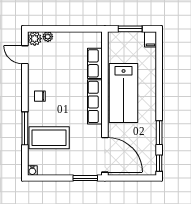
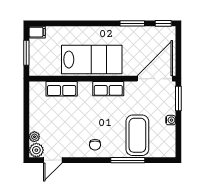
row of seats: (95, 102) -> (108, 89), width x0.68
water cooler: (32, 171) -> (171, 120), moved

